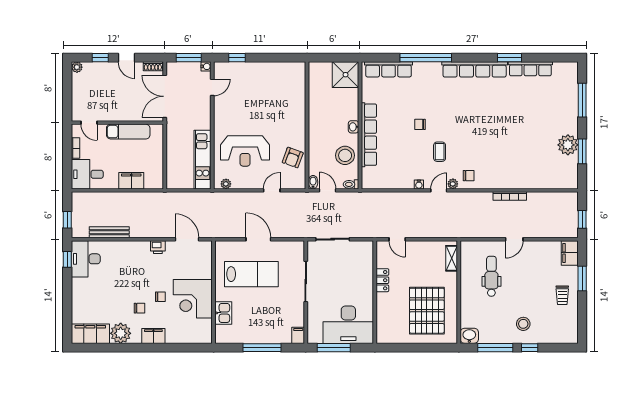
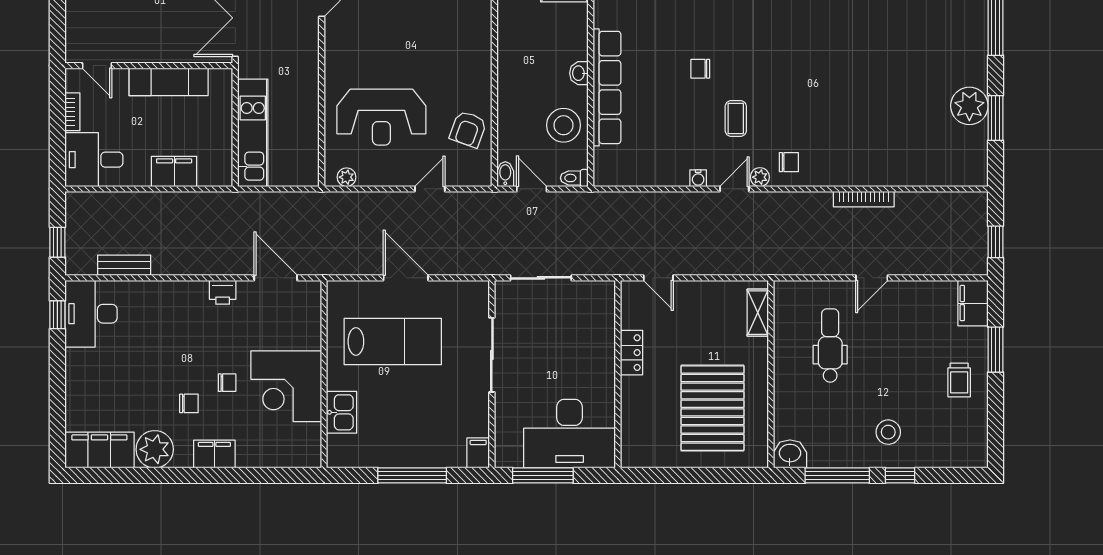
kitchen unit: (203, 160) -> (253, 133), moved, turned 180
bench: (109, 232) -> (124, 265), width x0.73

